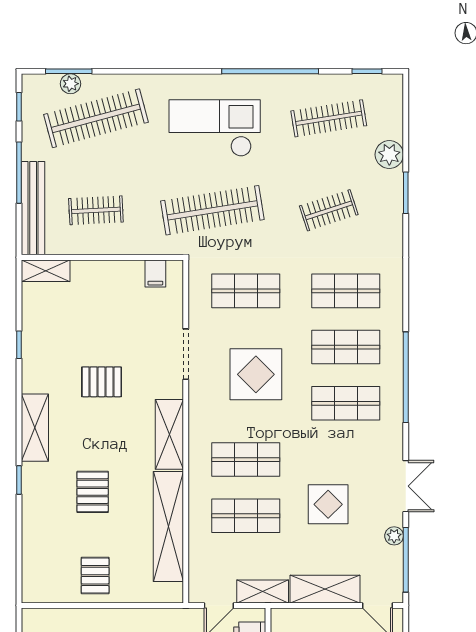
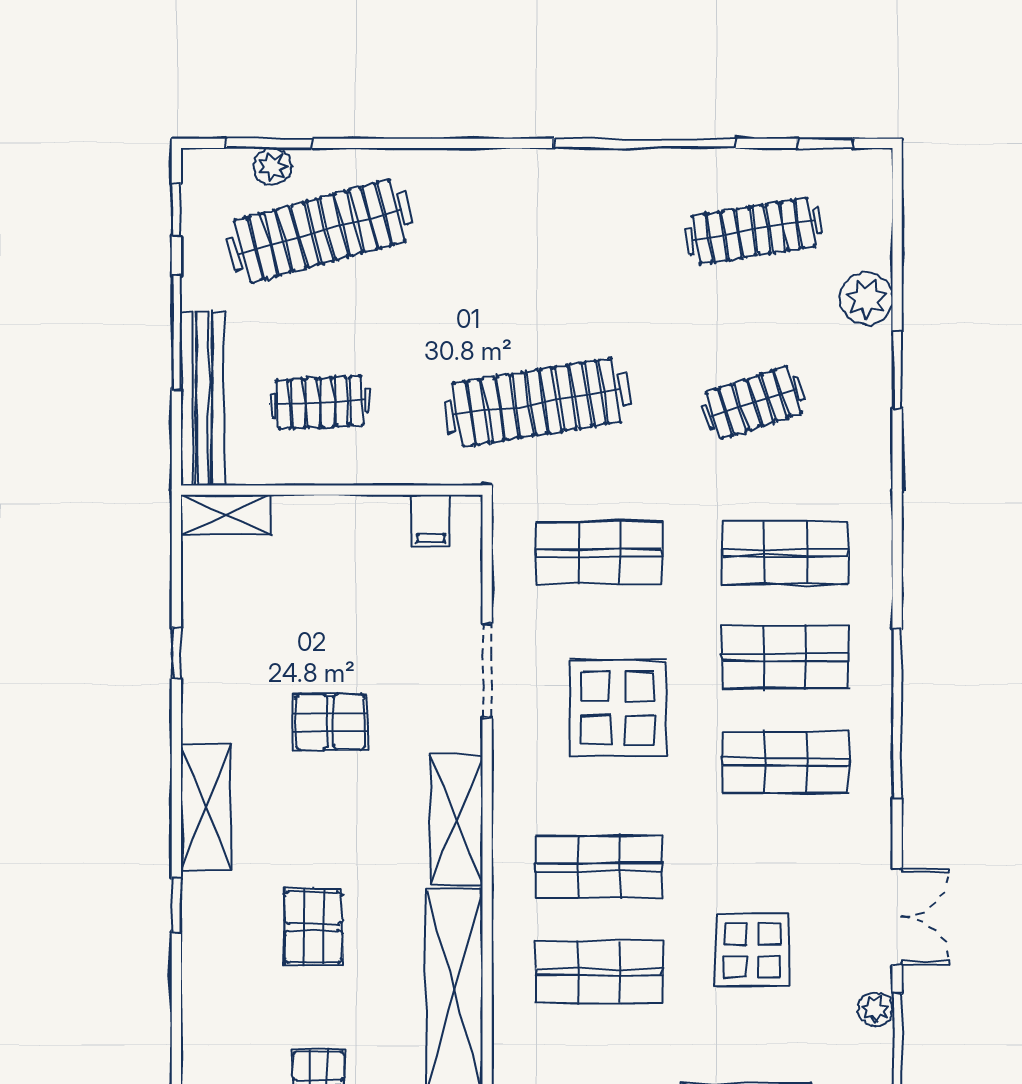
checkout: (215, 128) -> (541, 249), removed

